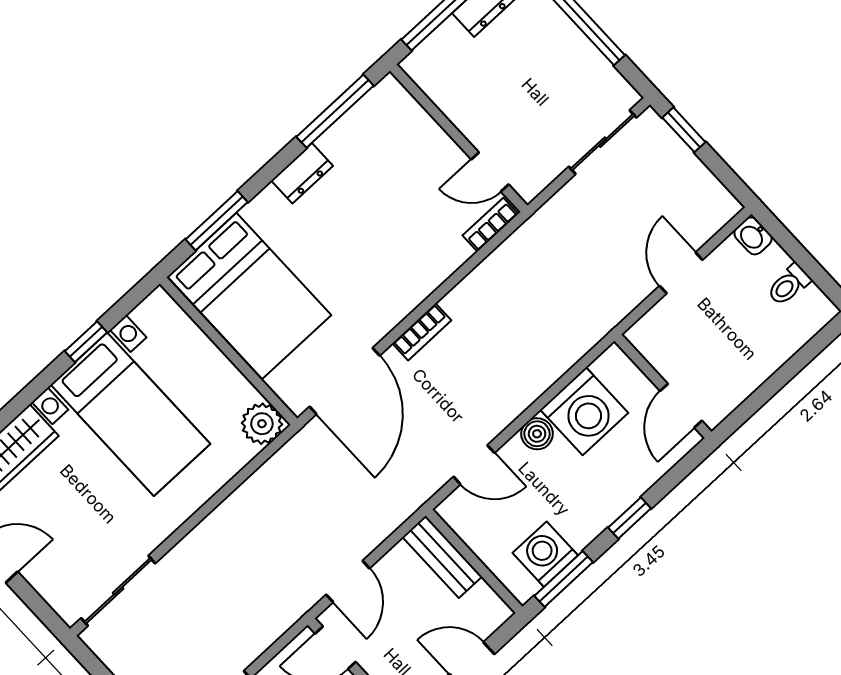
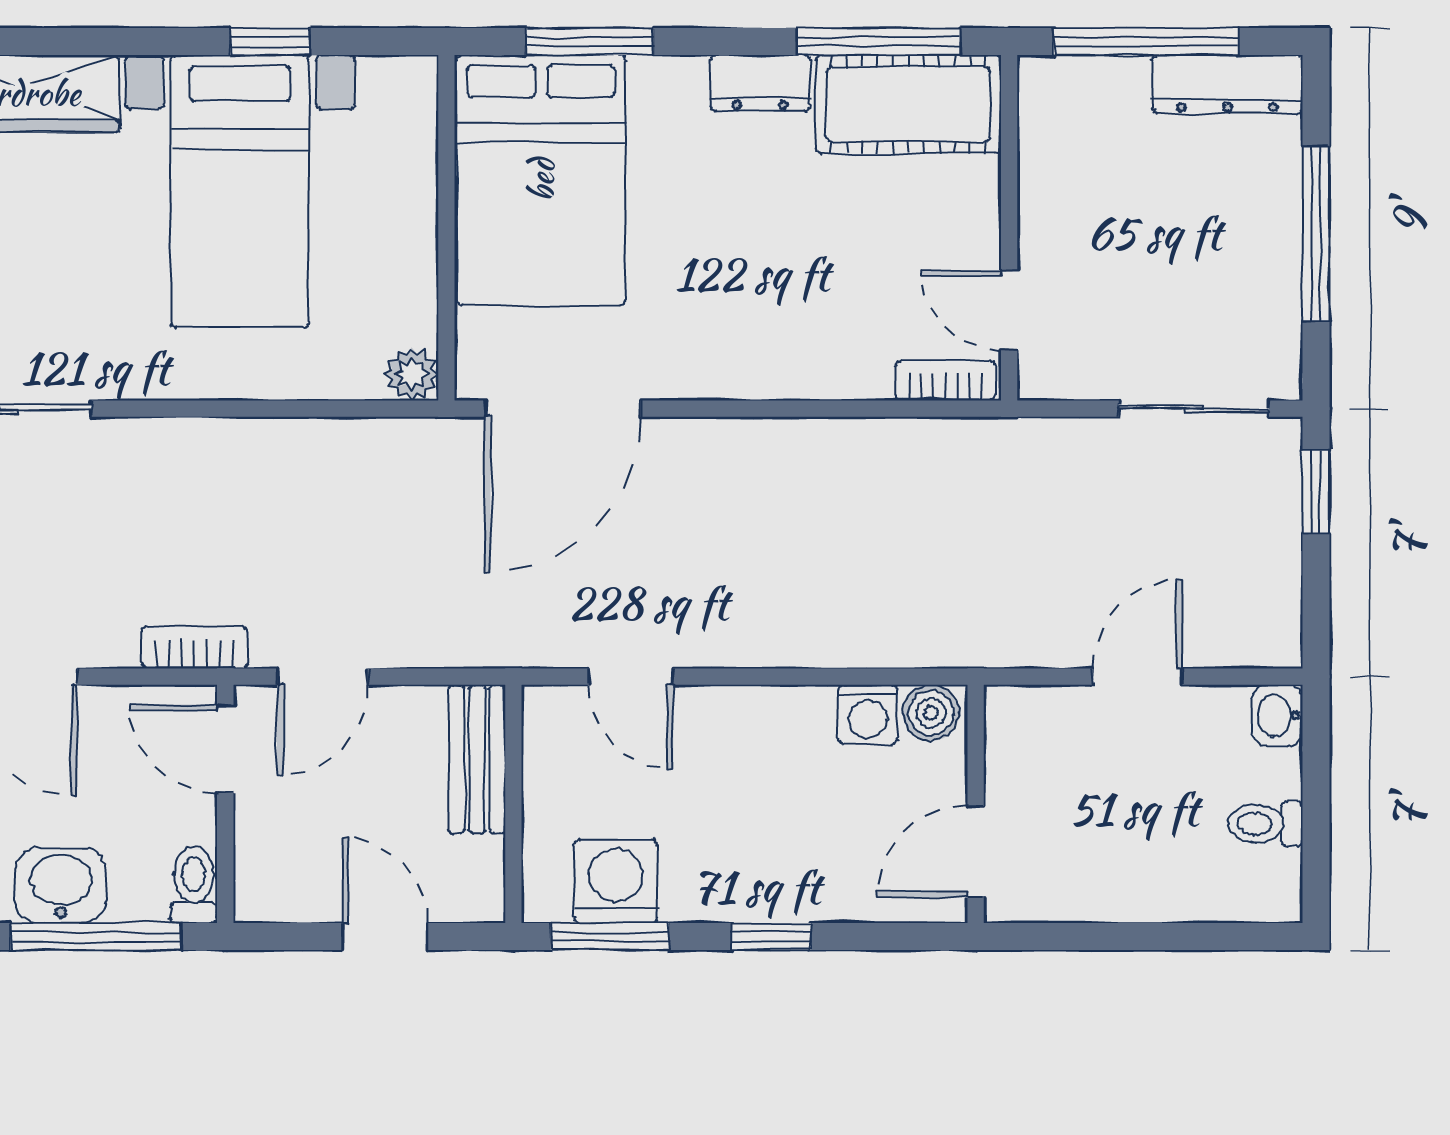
cot: (371, 126) -> (908, 104), added
bookcase: (422, 332) -> (195, 647), moved, turned 180
washing machine: (584, 411) -> (868, 714), width x0.53, depth x0.53
plant: (262, 424) -> (412, 374), width x0.73, depth x0.73
boiler: (537, 434) -> (931, 713), moved

